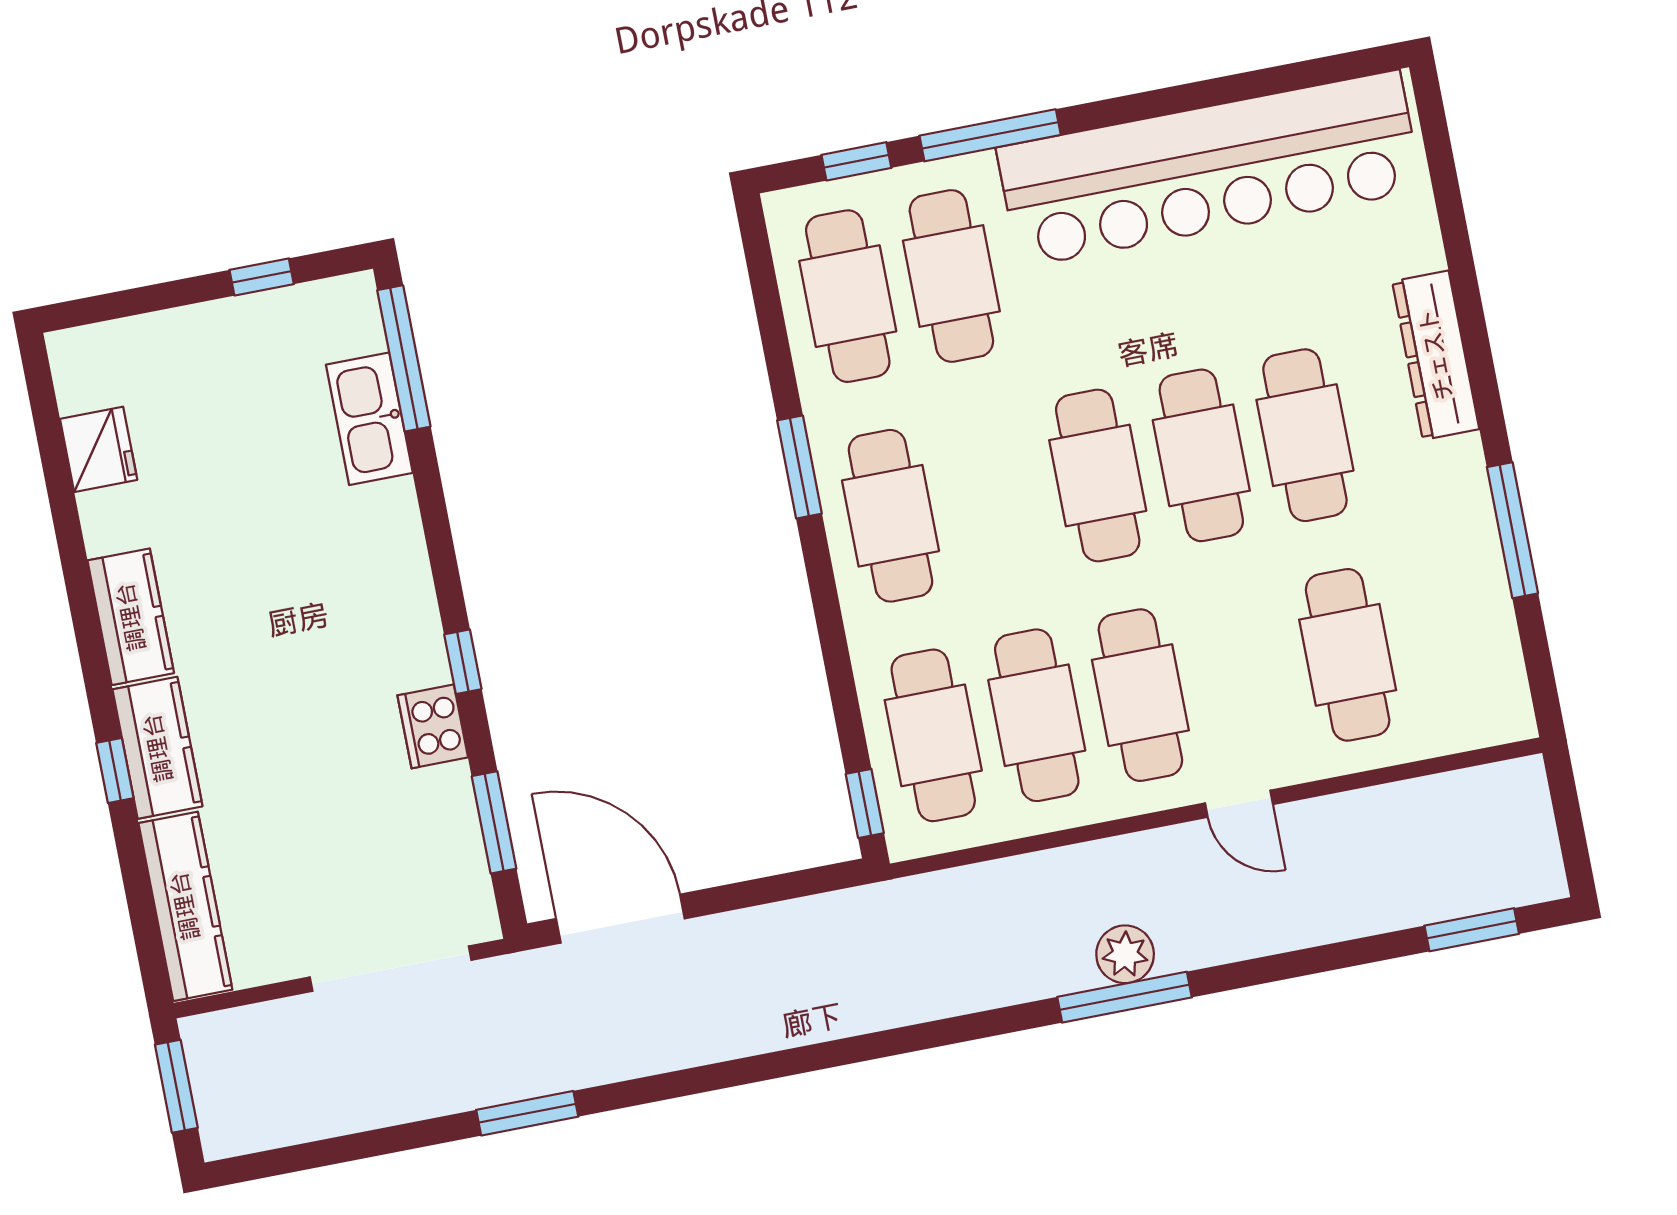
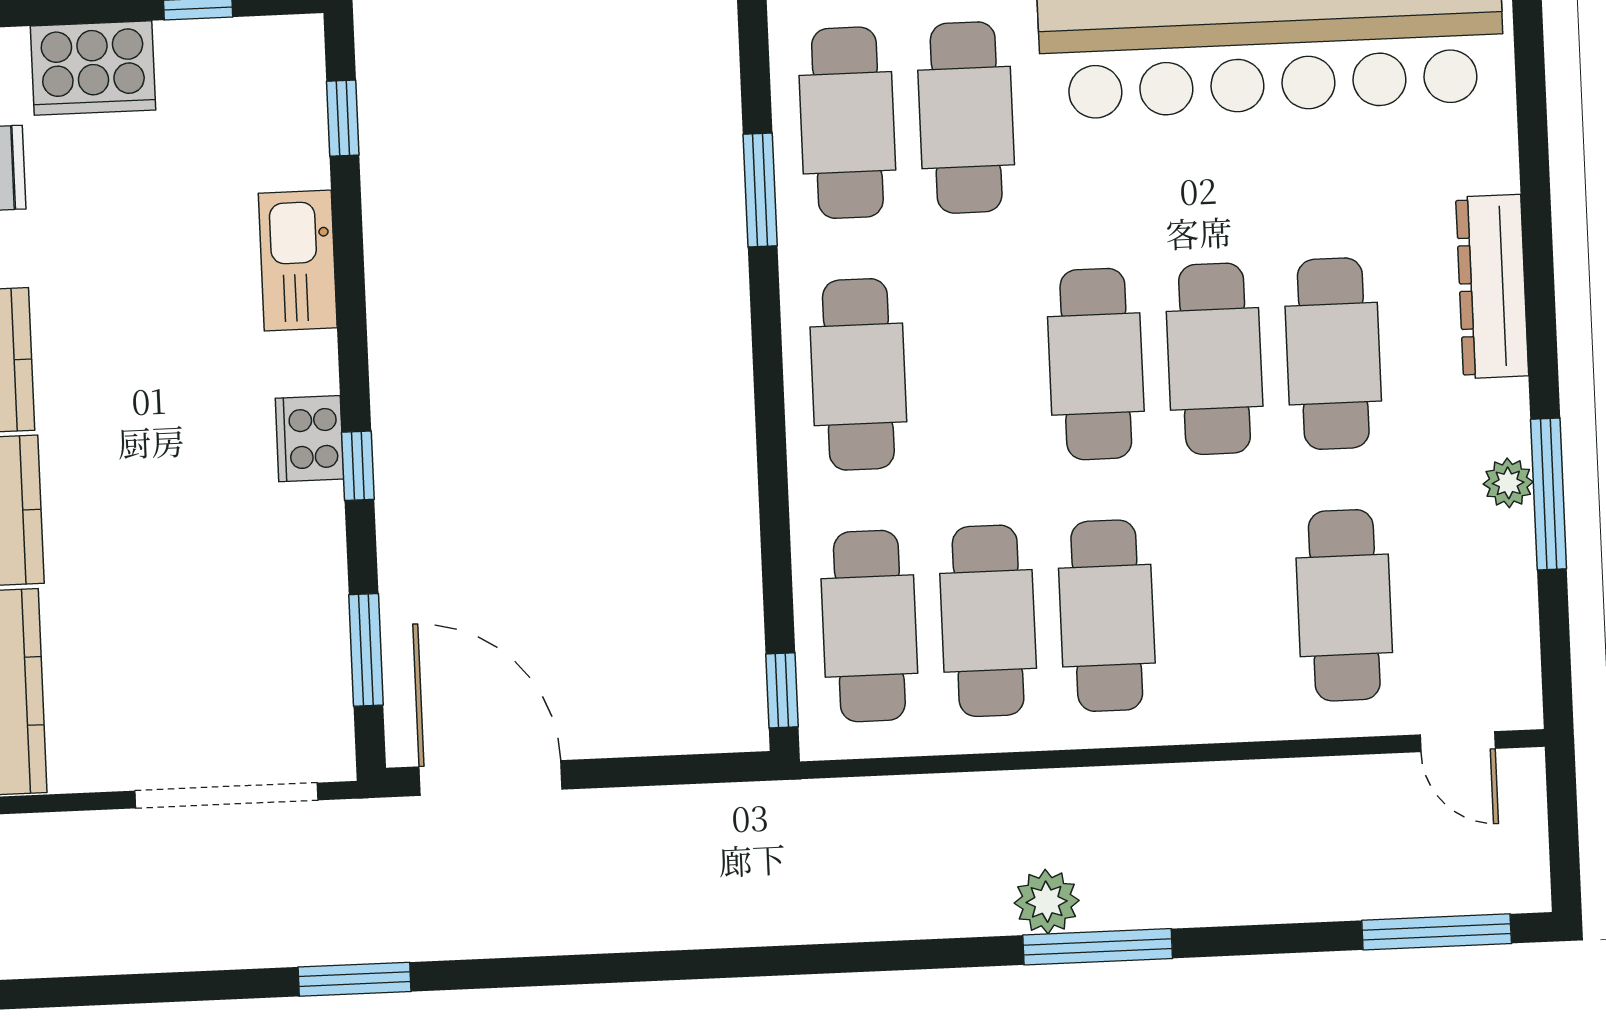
cooker: (178, 347) -> (93, 68), added
window: (404, 358) -> (343, 118), width x0.46
kitchen sink: (369, 419) -> (298, 260), moved
window: (799, 467) -> (760, 190), moved
plant: (1476, 526) -> (1508, 483), added
cooker: (433, 726) -> (310, 439), moved
door: (1239, 804) -> (1458, 742), moved
window: (1472, 930) -> (1437, 932), width x1.44
window: (1125, 997) -> (1098, 947), moved

